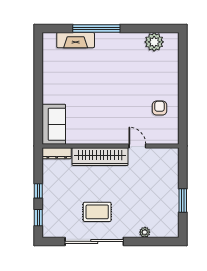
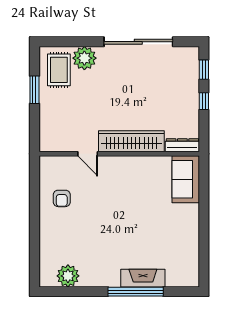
fireplace: (76, 40) -> (143, 278), moved
rug: (97, 212) -> (59, 70), moved, turned 90
plant: (145, 232) -> (84, 58), width x1.87, depth x1.87

